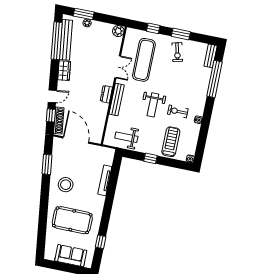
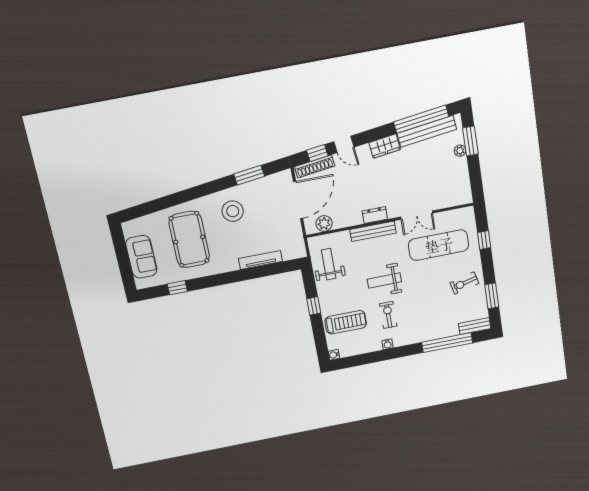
plant: (118, 31) -> (324, 224), moved
window: (181, 34) -> (492, 296), moved

